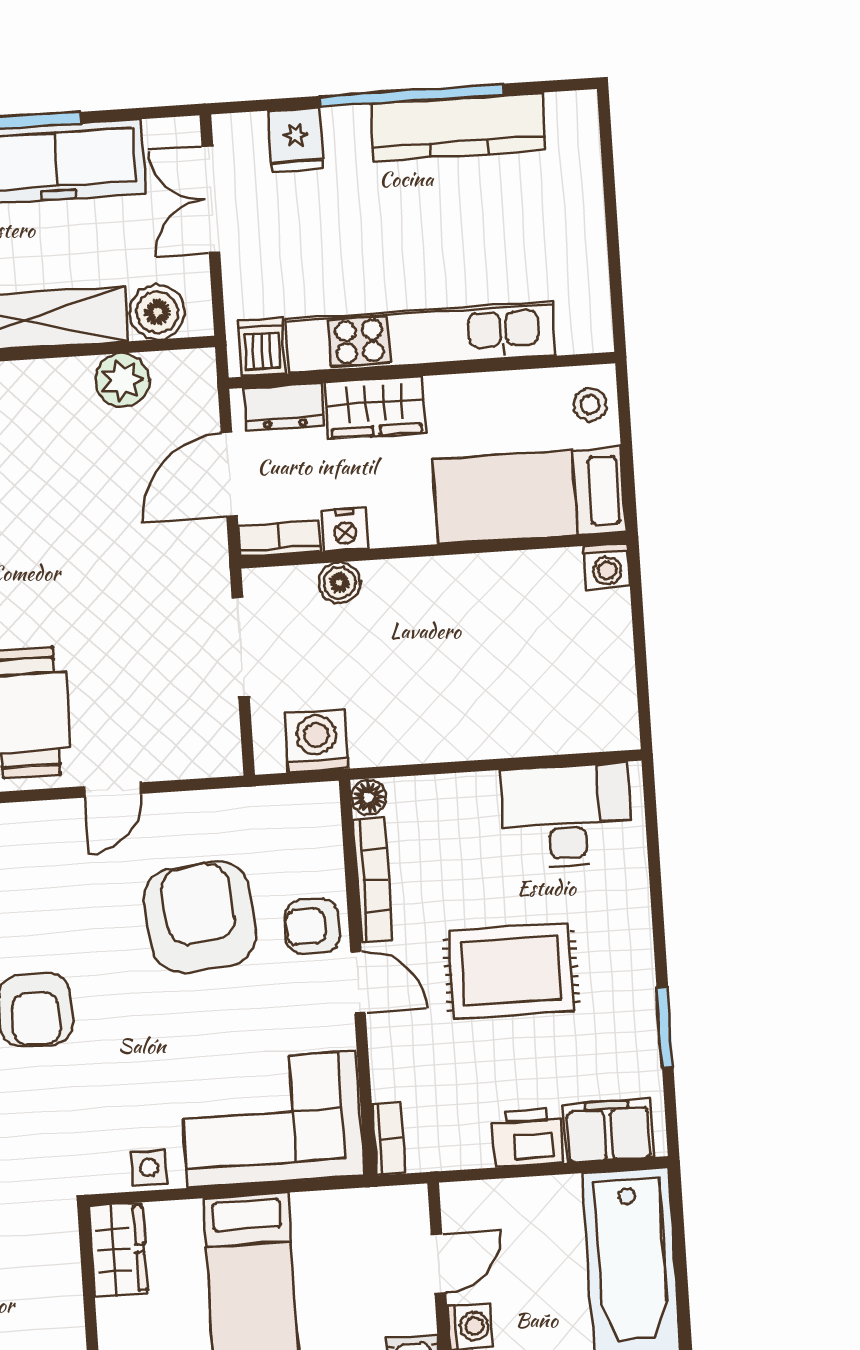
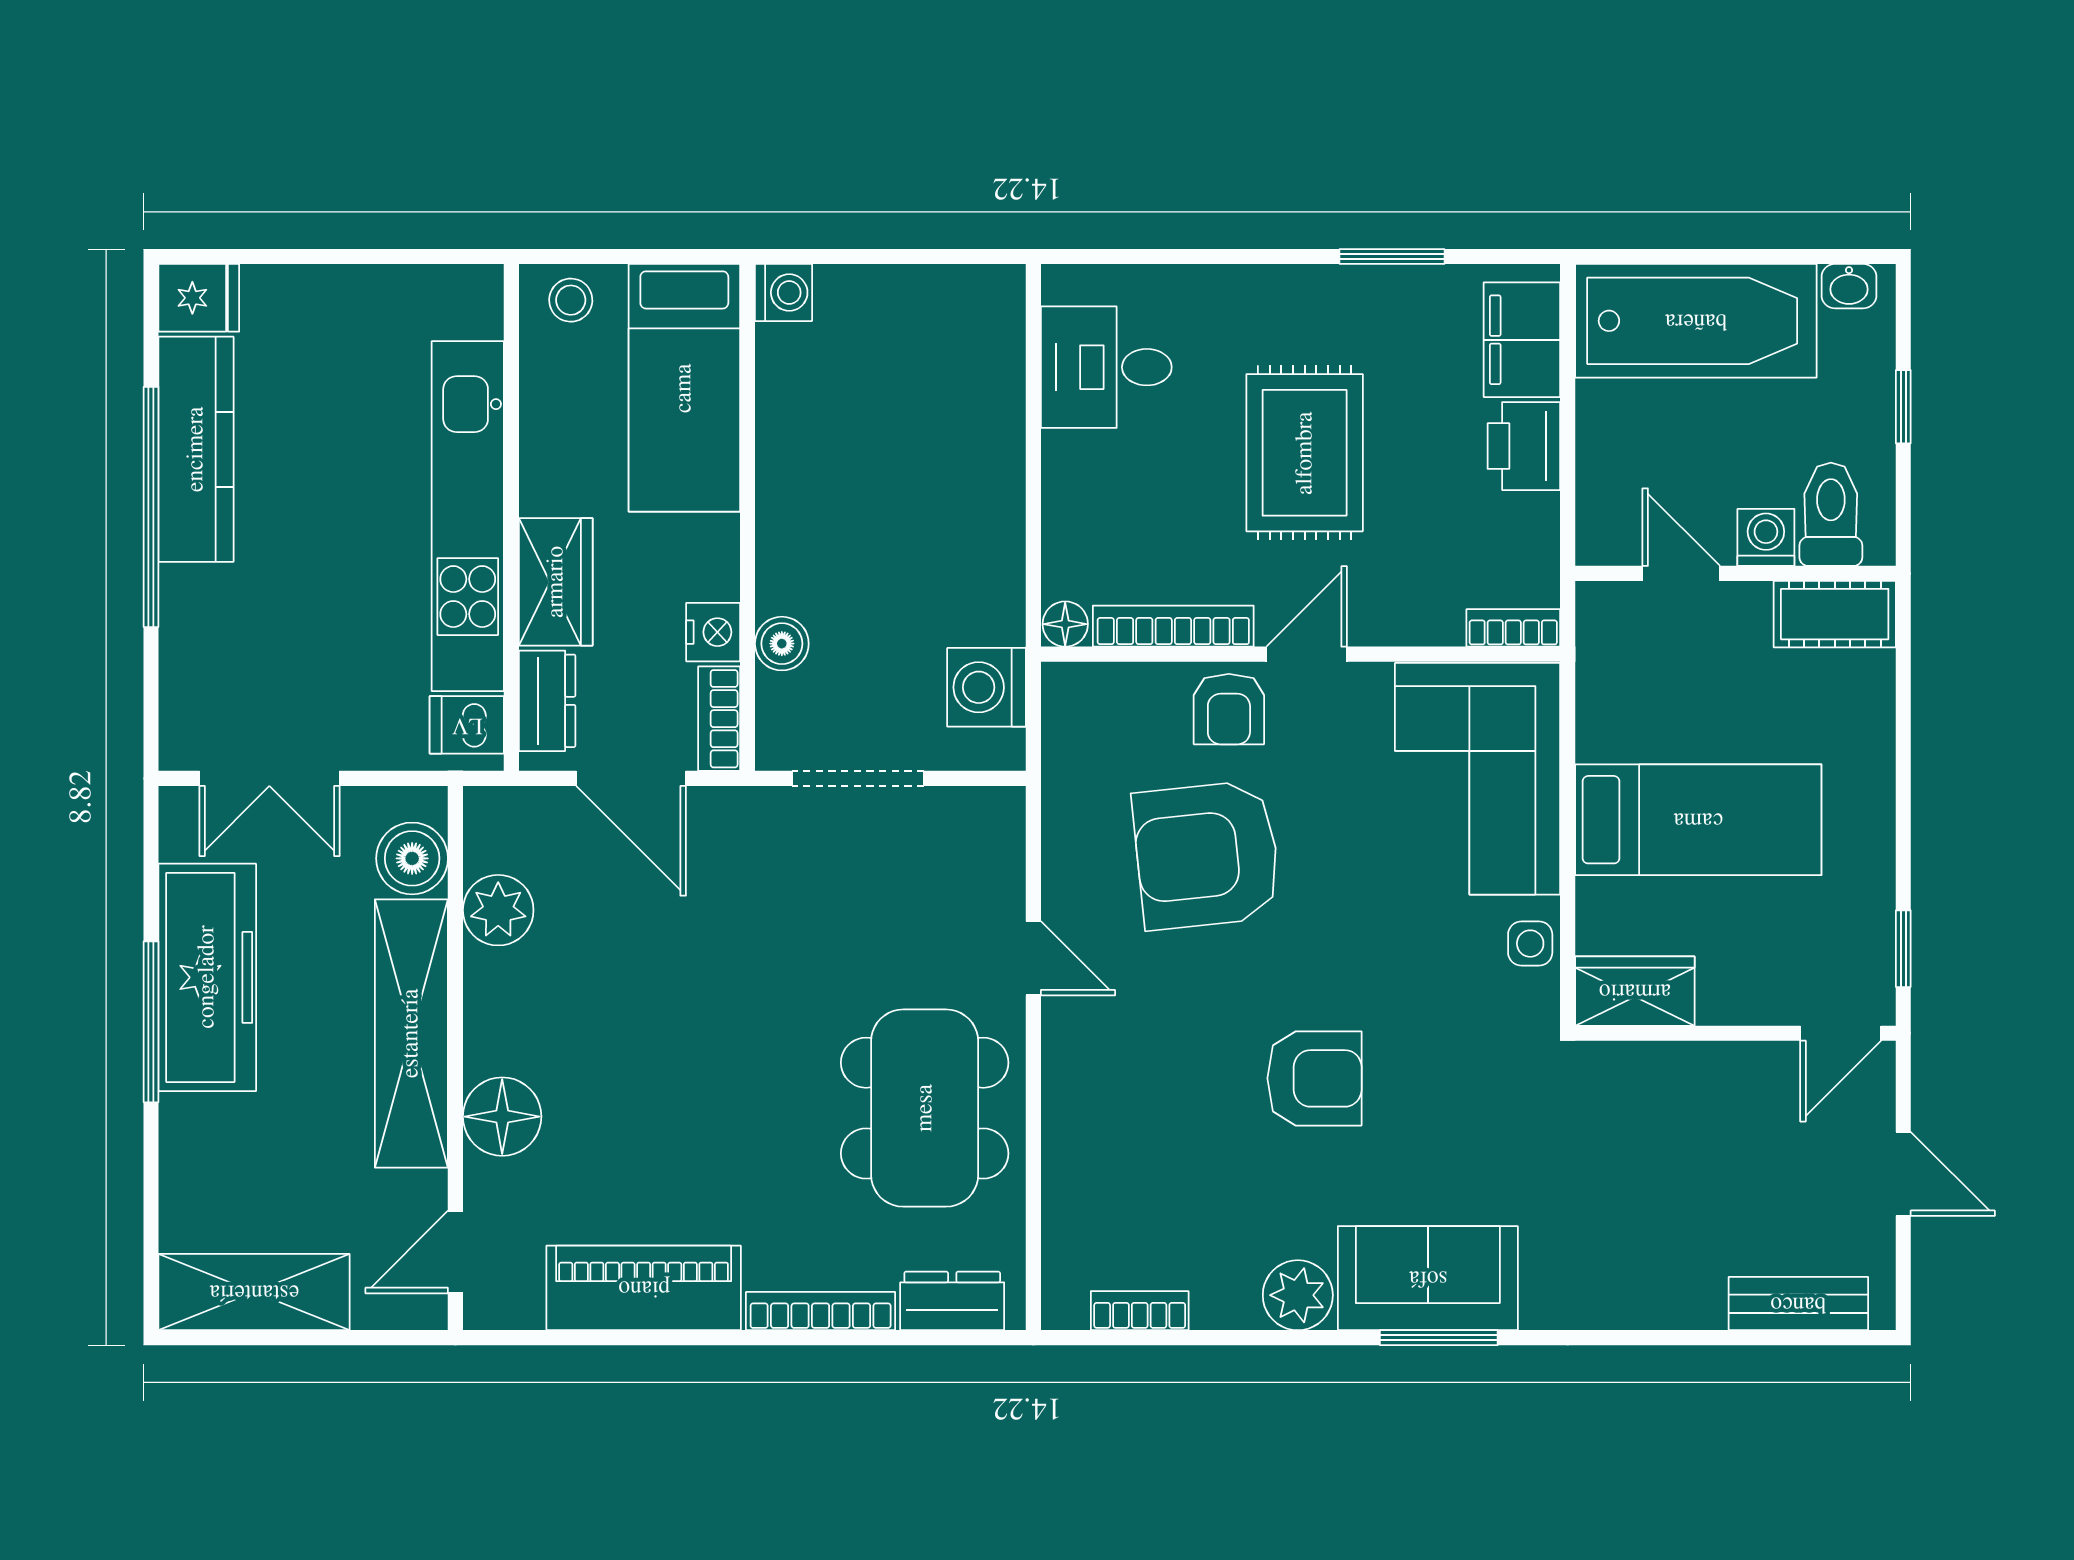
fridge: (296, 140) -> (199, 298), moved
desk: (566, 816) -> (1106, 367), width x0.73

